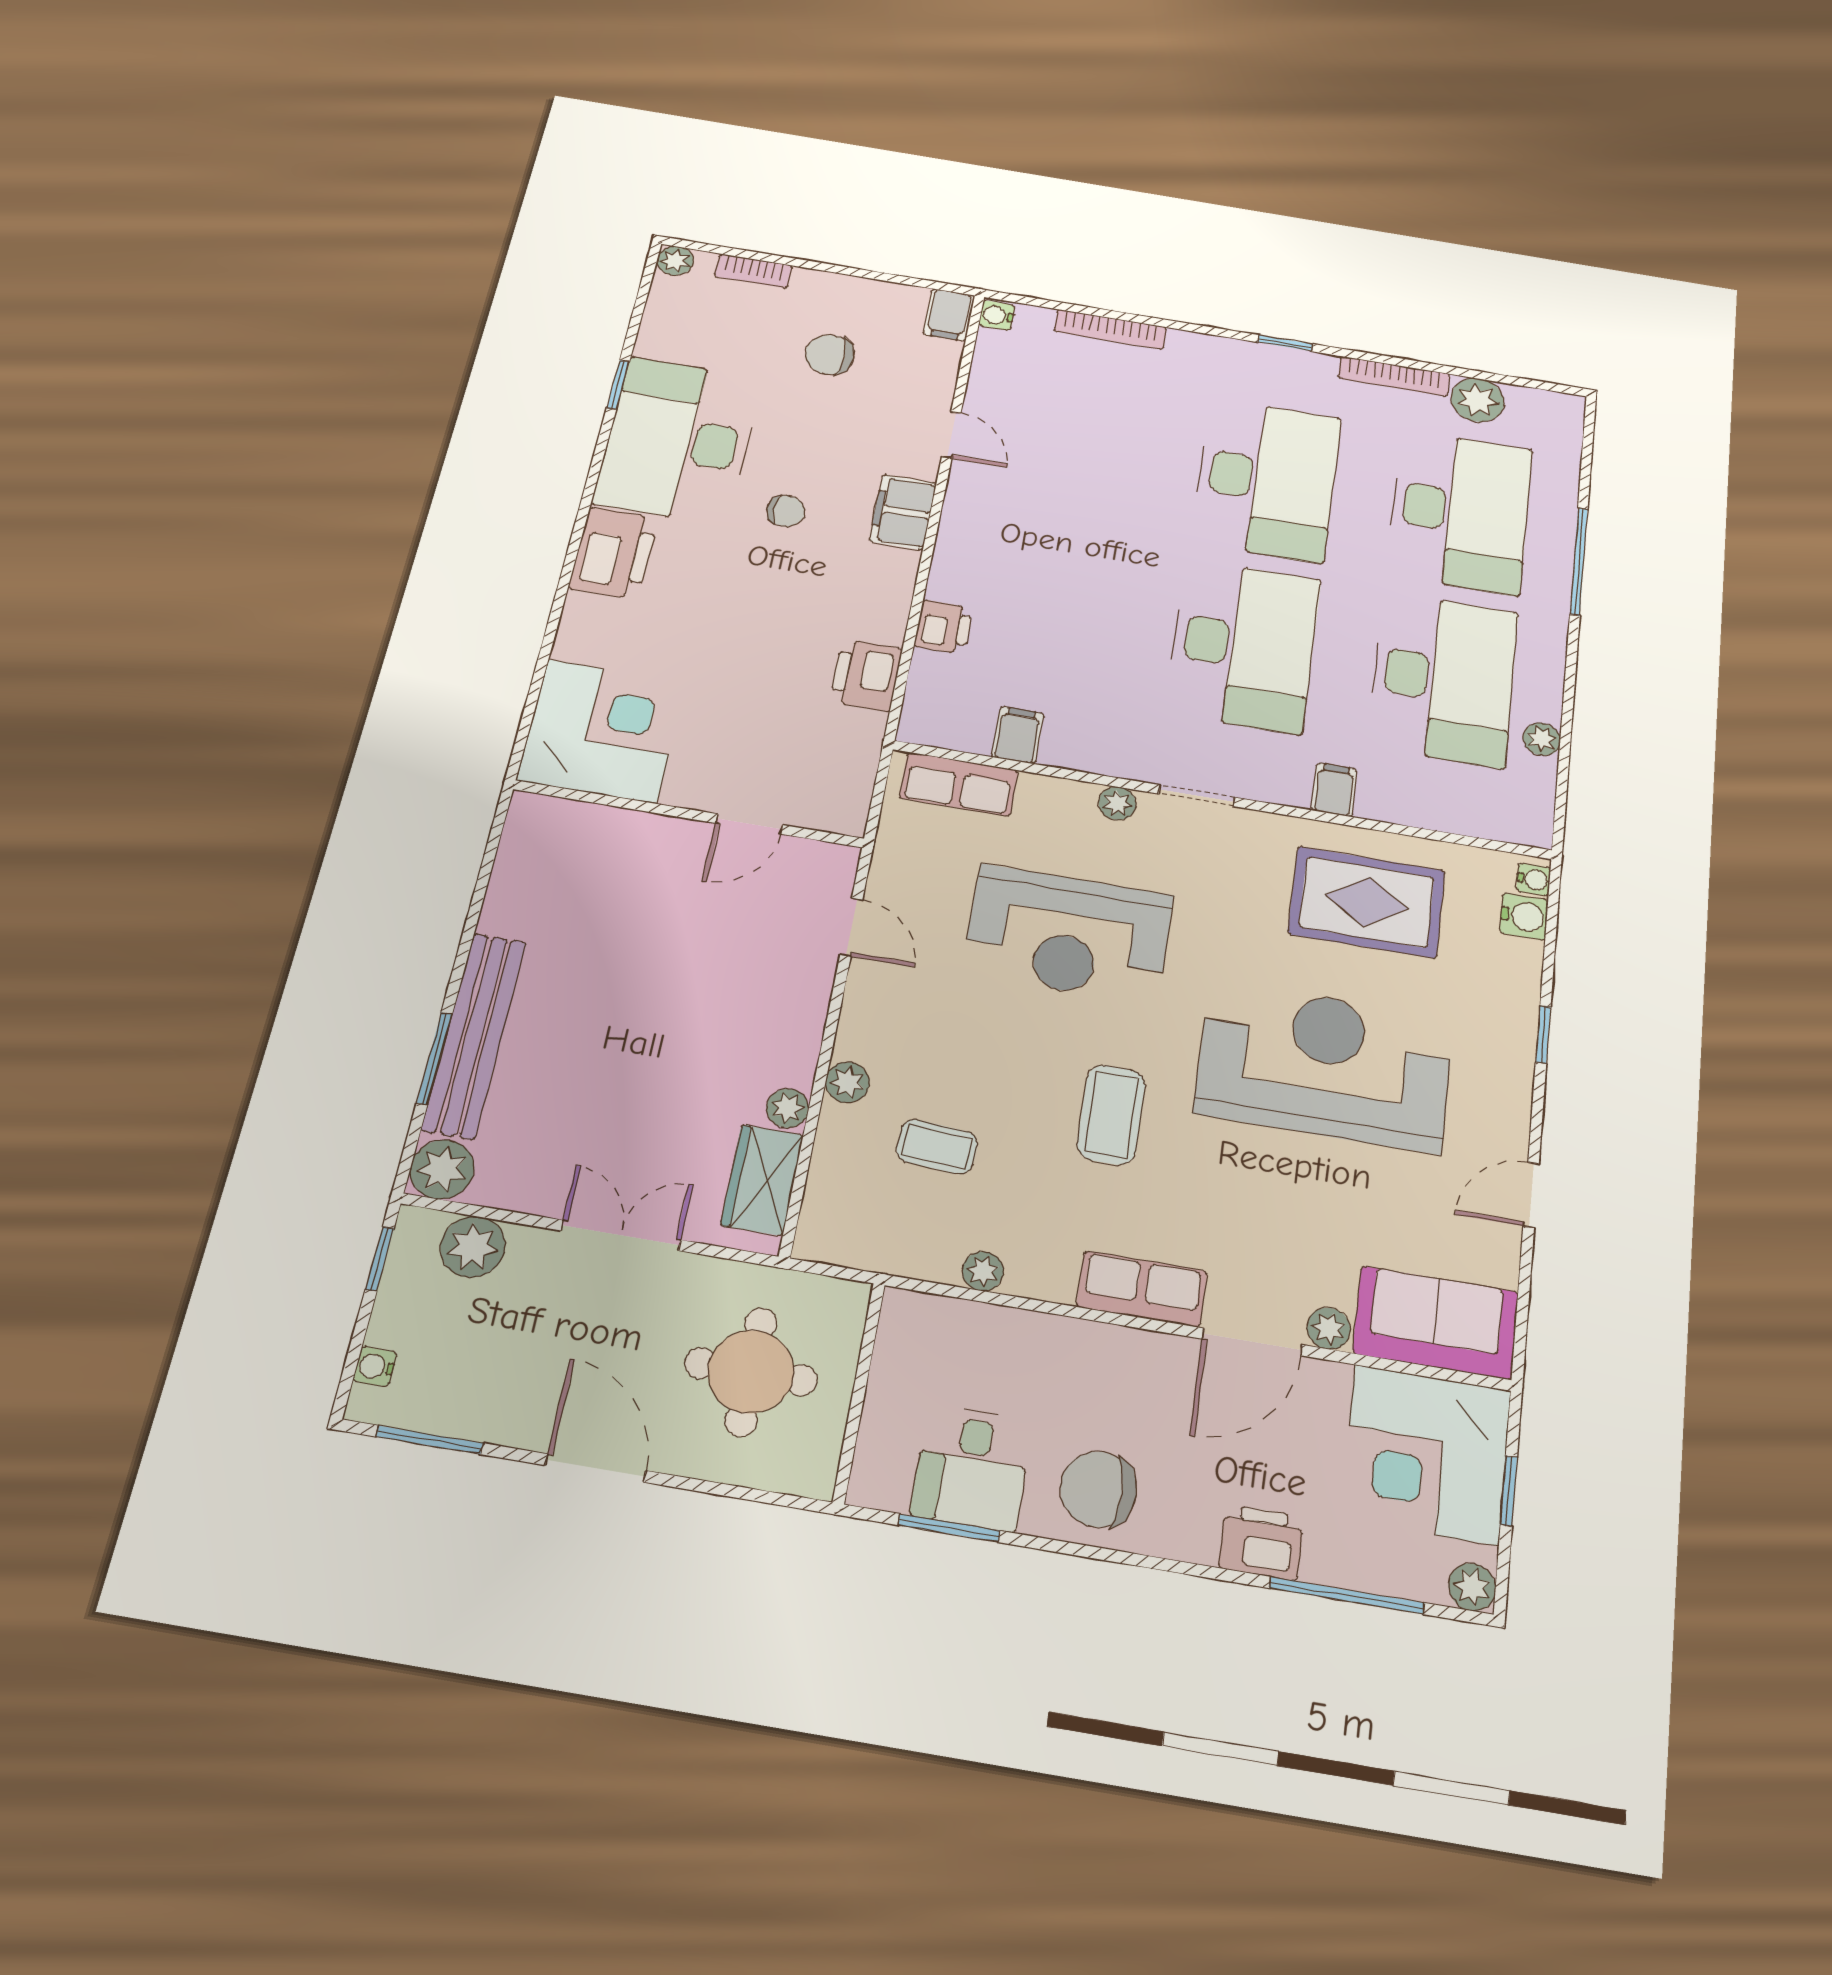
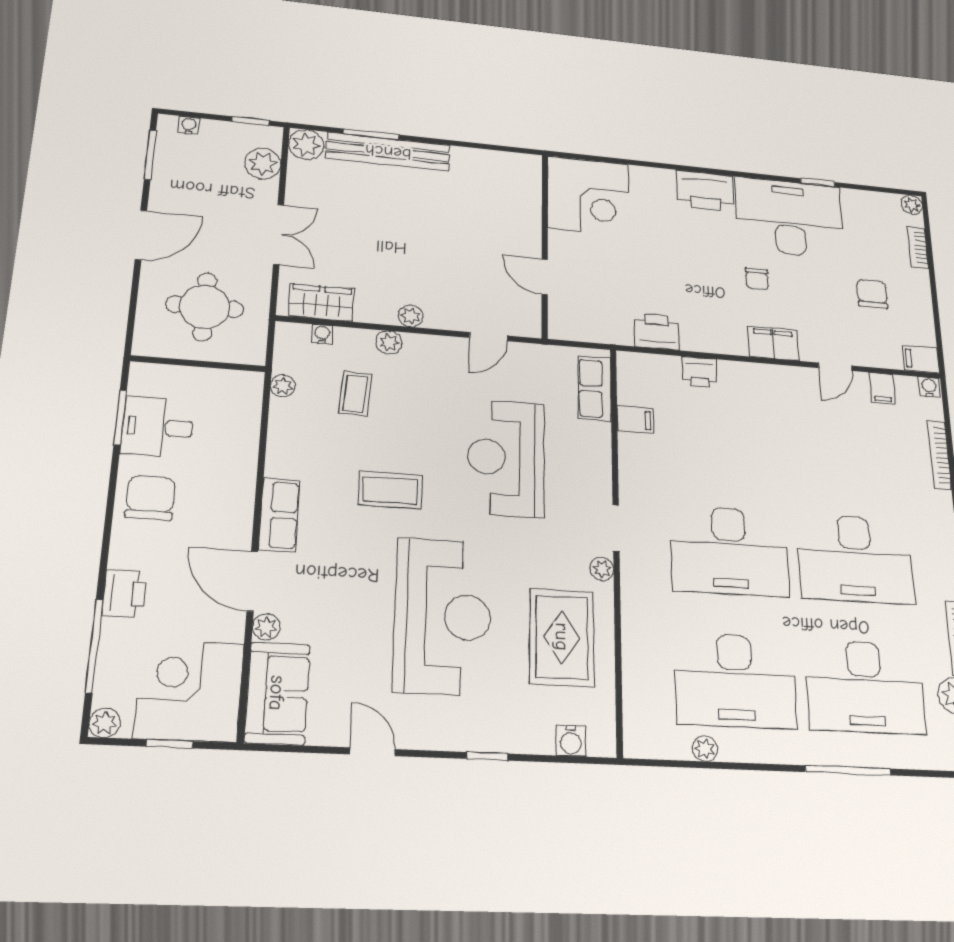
filing cabinet: (1334, 790) -> (882, 388), moved, turned 90
plant: (1117, 803) -> (602, 569), moved
water cooler: (1534, 880) -> (322, 334), moved, turned 180
plant: (788, 1108) -> (411, 316), moved
plant: (983, 1271) -> (283, 386), moved

